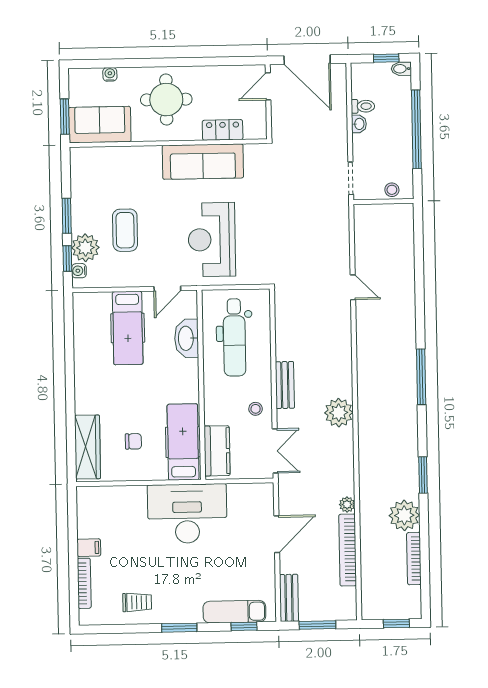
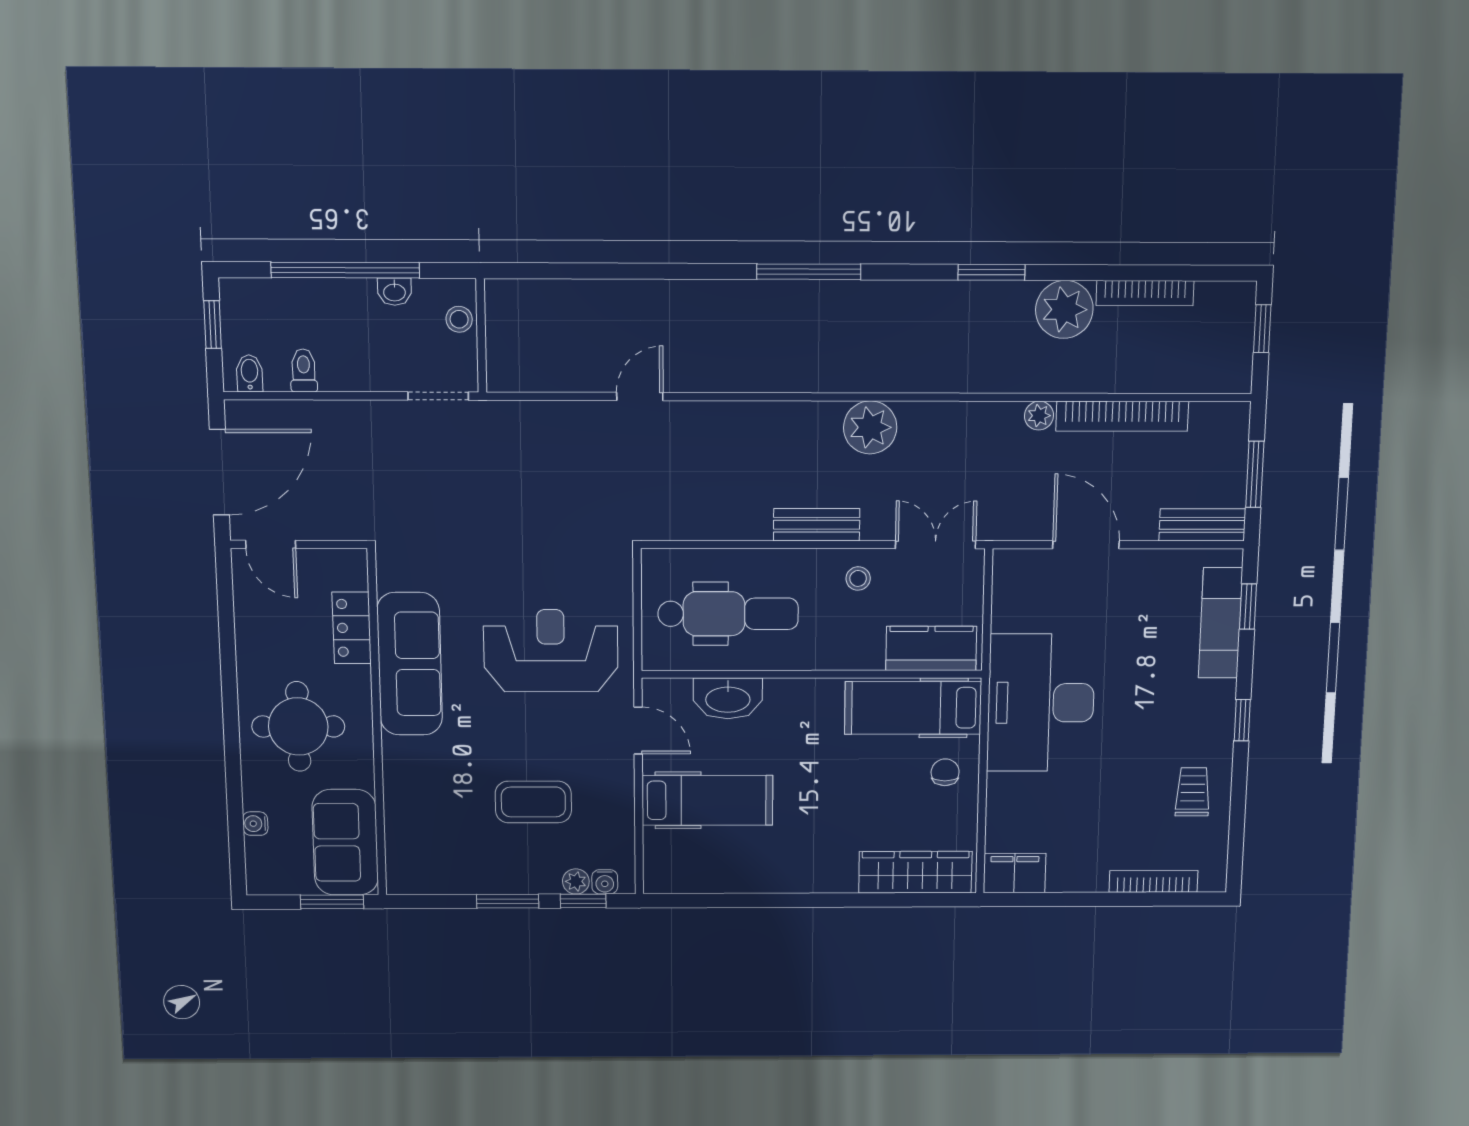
bidet: (401, 69) -> (250, 373), moved, turned 180
washbasin: (359, 124) -> (394, 292), moved, turned 180
reception desk: (212, 240) -> (551, 651), turned 180
plant: (85, 248) -> (576, 881), width x0.53, depth x0.53
chair: (133, 441) -> (945, 772), moved
filing cabinet: (89, 548) -> (1015, 873), moved, width x2.00
window: (179, 628) -> (1242, 720), width x0.67

